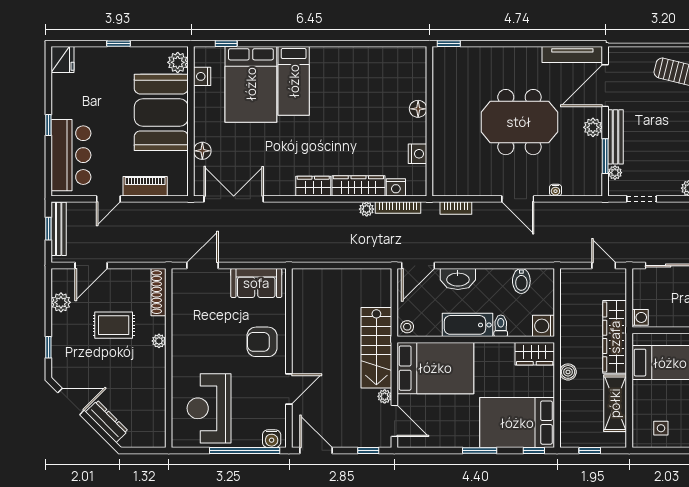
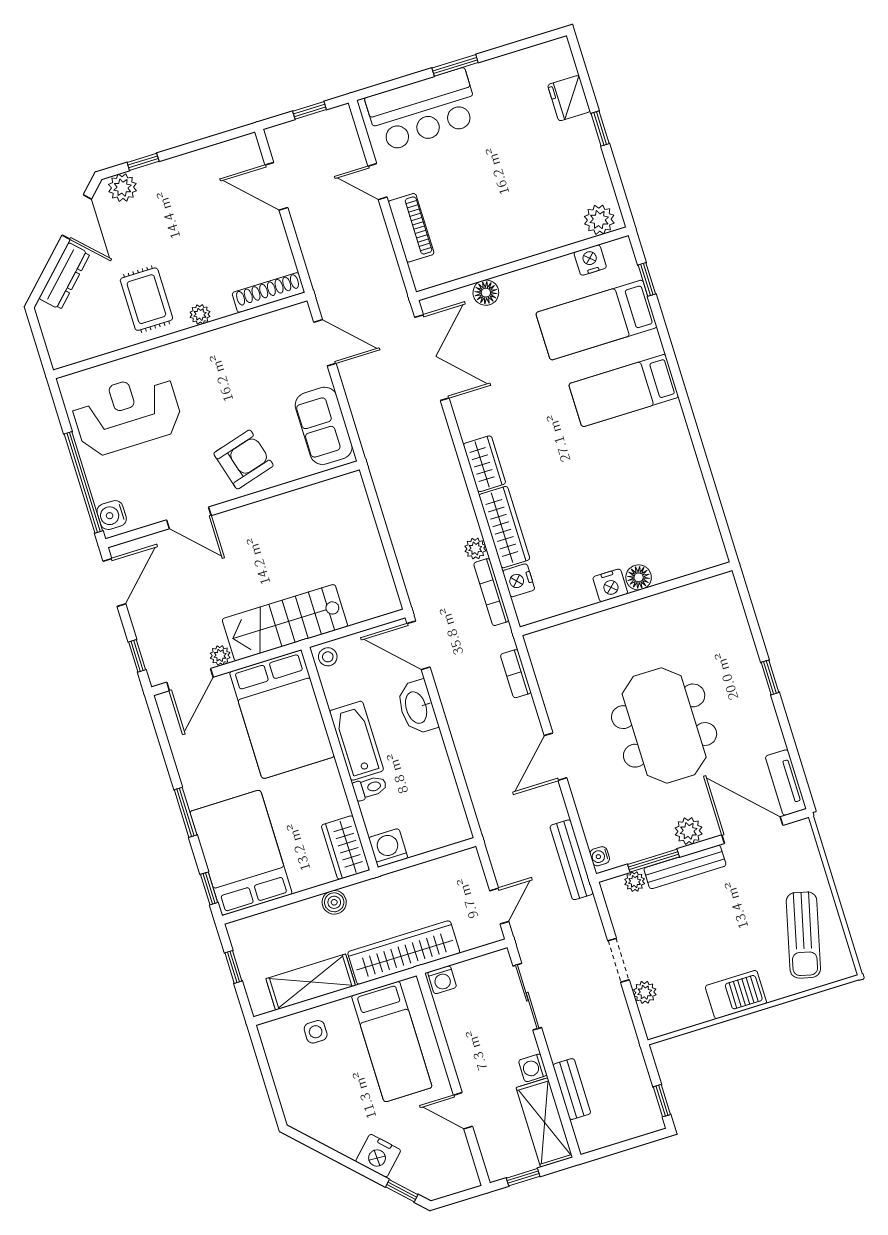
window: (449, 44) -> (770, 677), moved
tv unit: (572, 54) -> (786, 783), width x0.71
fridge: (62, 59) -> (569, 98), moved, turned 90
bed: (251, 84) -> (596, 320), width x0.67
booth: (161, 112) -> (522, 218), removed
window: (48, 125) -> (455, 65), width x1.50
nightstand: (418, 154) -> (610, 585), moved
water cooler: (555, 190) -> (600, 856), moved
doorway: (642, 199) -> (618, 960), moved
bench: (59, 229) -> (572, 860), moved, turned 90
bidet: (521, 281) -> (442, 797), removed
plant: (61, 302) -> (122, 188), moved
rug: (114, 325) -> (146, 299), moved
armchair: (262, 342) -> (243, 459), turned 74
side table: (661, 428) -> (316, 1032), moved

